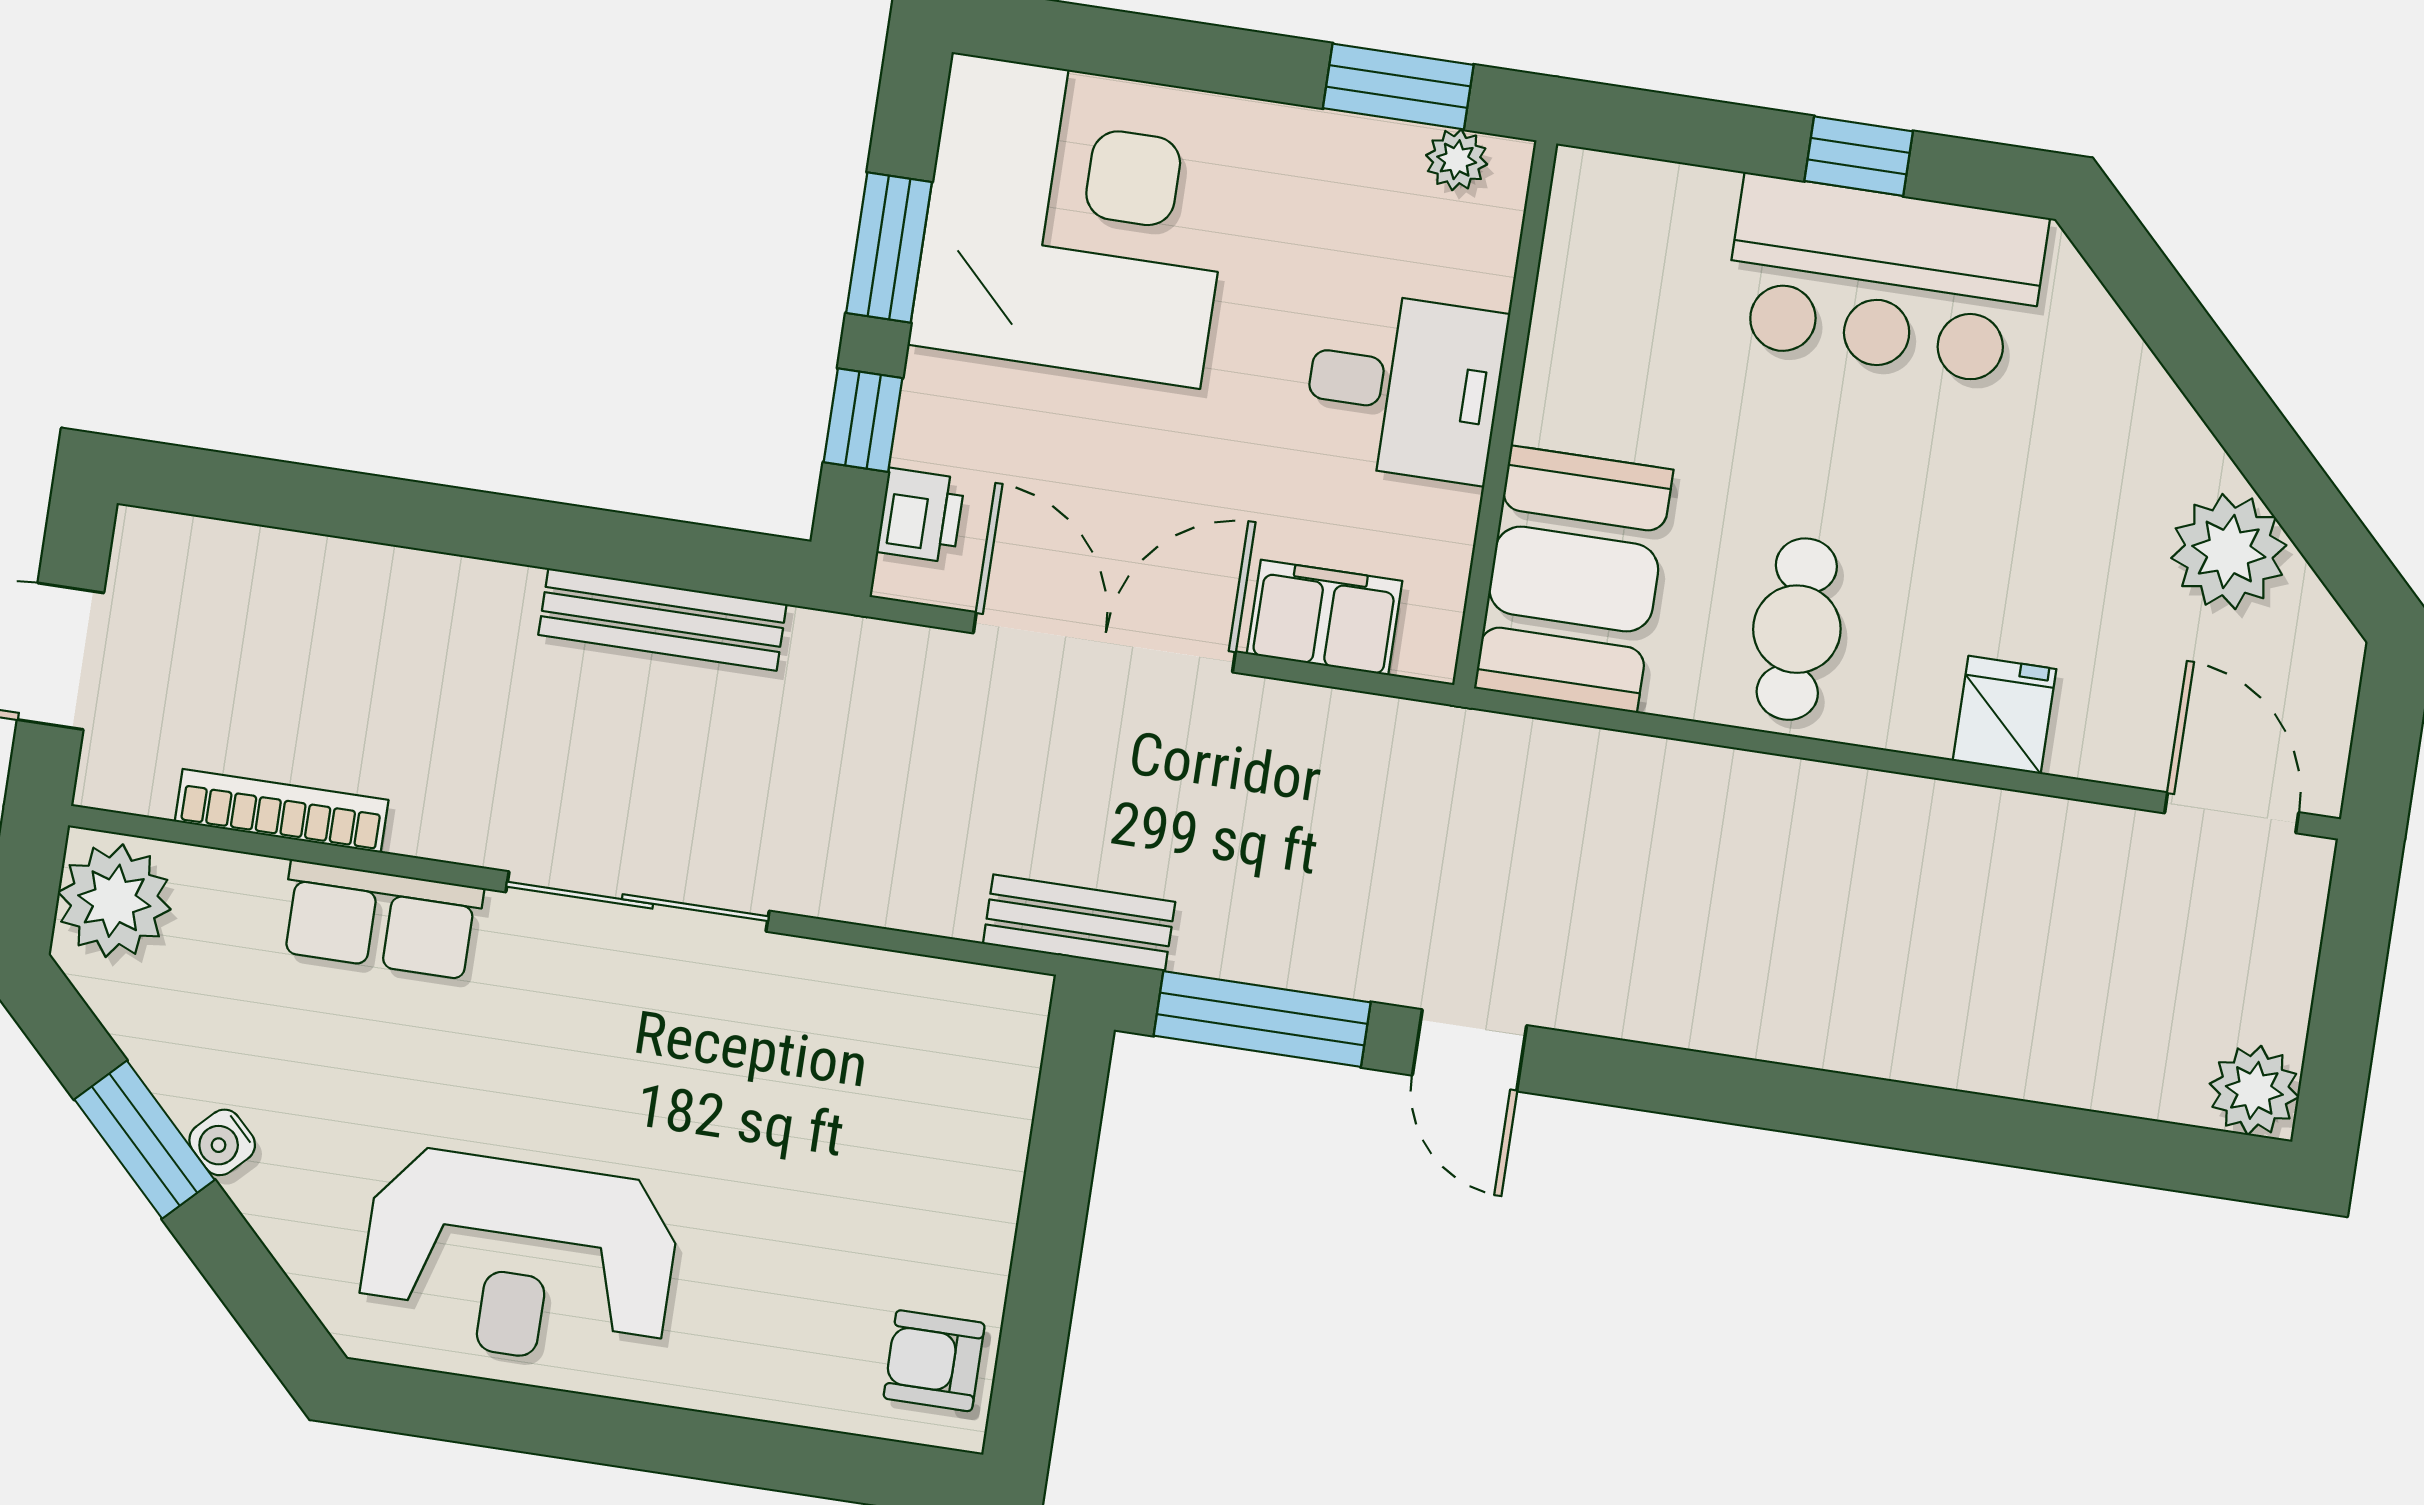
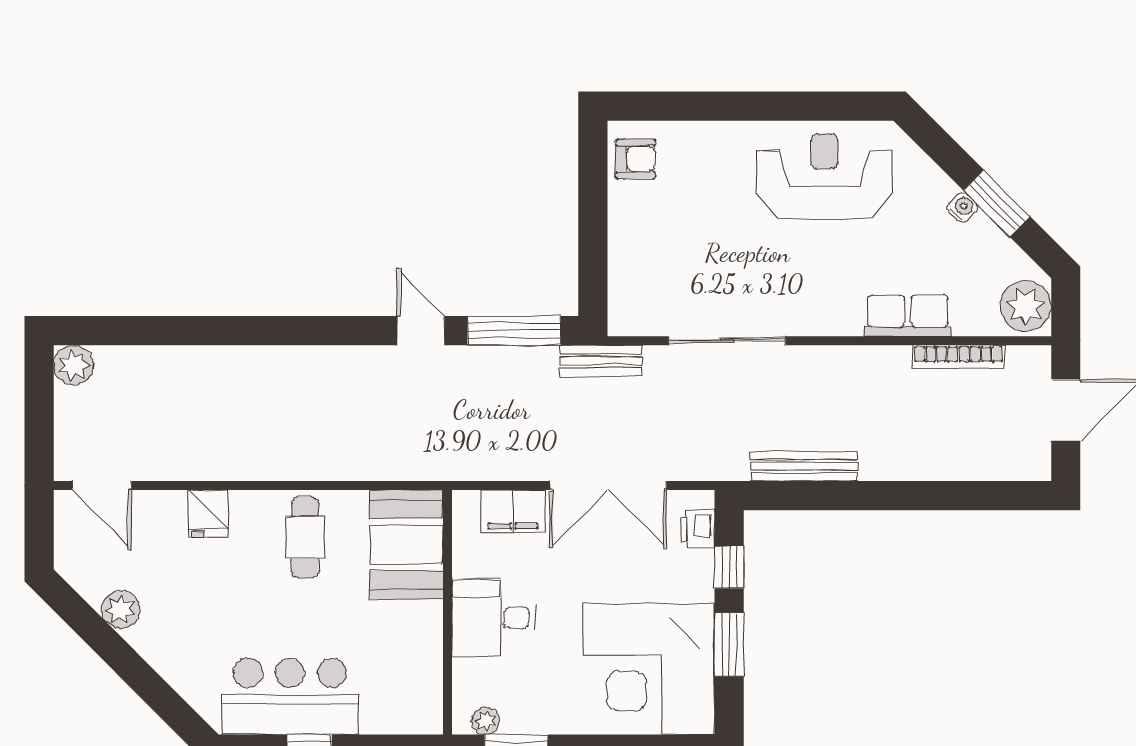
plant: (2229, 552) -> (121, 610), width x0.73, depth x0.73
sliding door: (638, 901) -> (727, 341), moved

